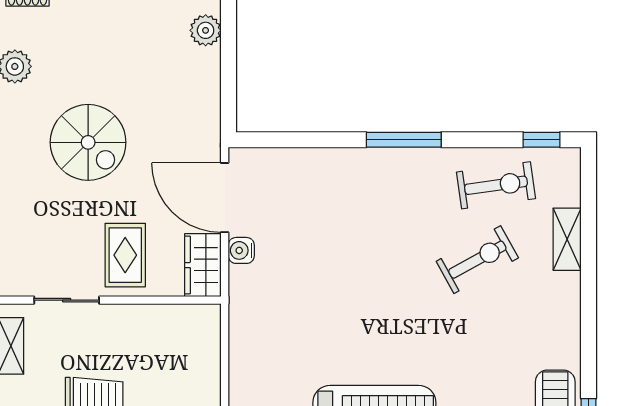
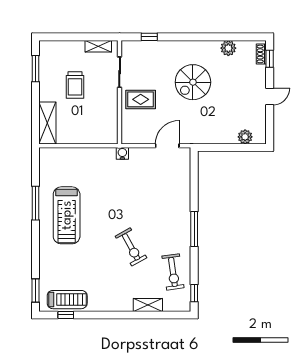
door: (225, 198) -> (167, 146), width x0.73
water cooler: (241, 250) -> (122, 153), moved
exercise bike: (477, 260) -> (131, 247), moved
wardrobe: (203, 265) -> (136, 136), removed

